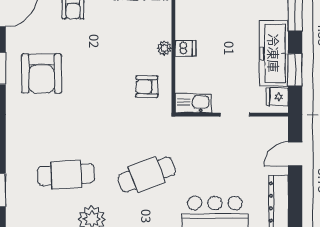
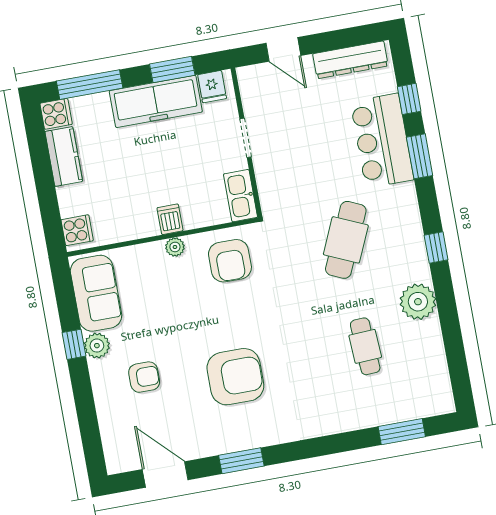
armchair: (42, 74) -> (235, 377), moved
armchair: (147, 87) -> (230, 261), width x1.38, depth x1.38
cafe table: (66, 175) -> (365, 346), width x0.73, depth x0.74
cafe table: (147, 175) -> (346, 240), turned 45

